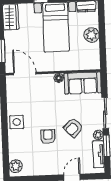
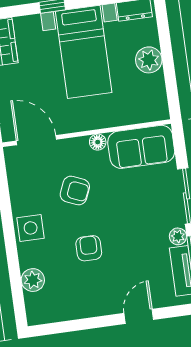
armchair: (73, 128) -> (75, 190), moved, turned -112
plant: (16, 166) -> (33, 280), moved

